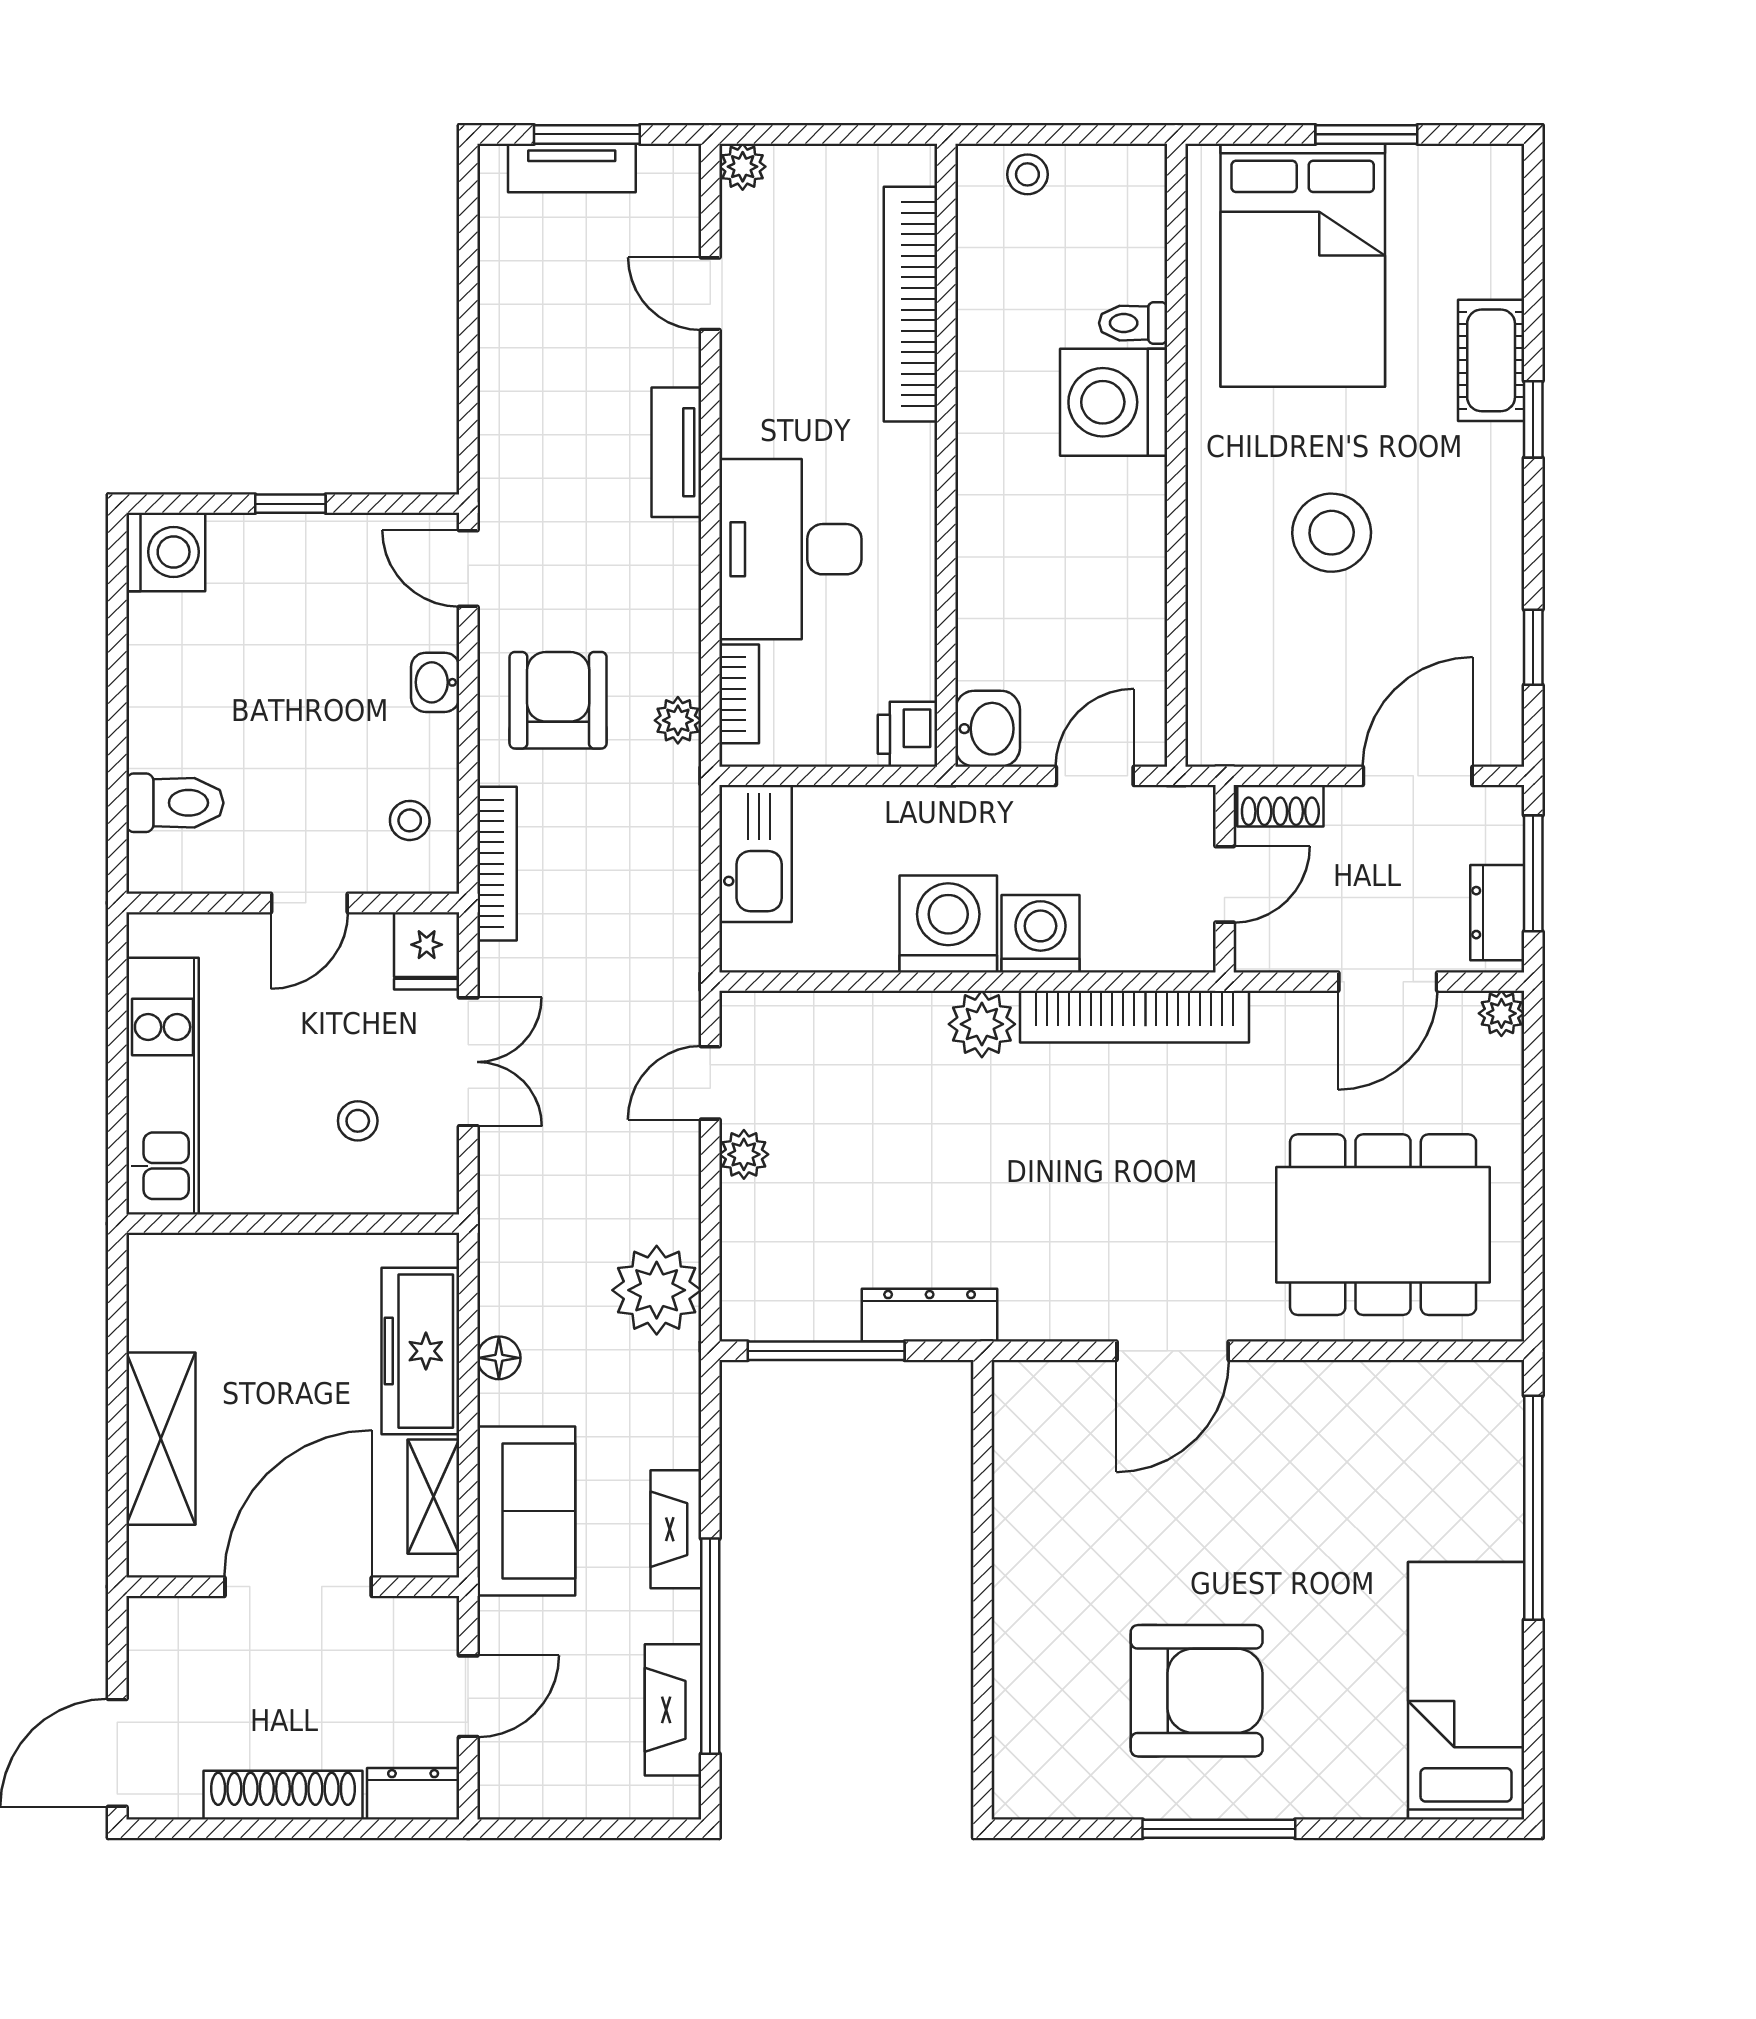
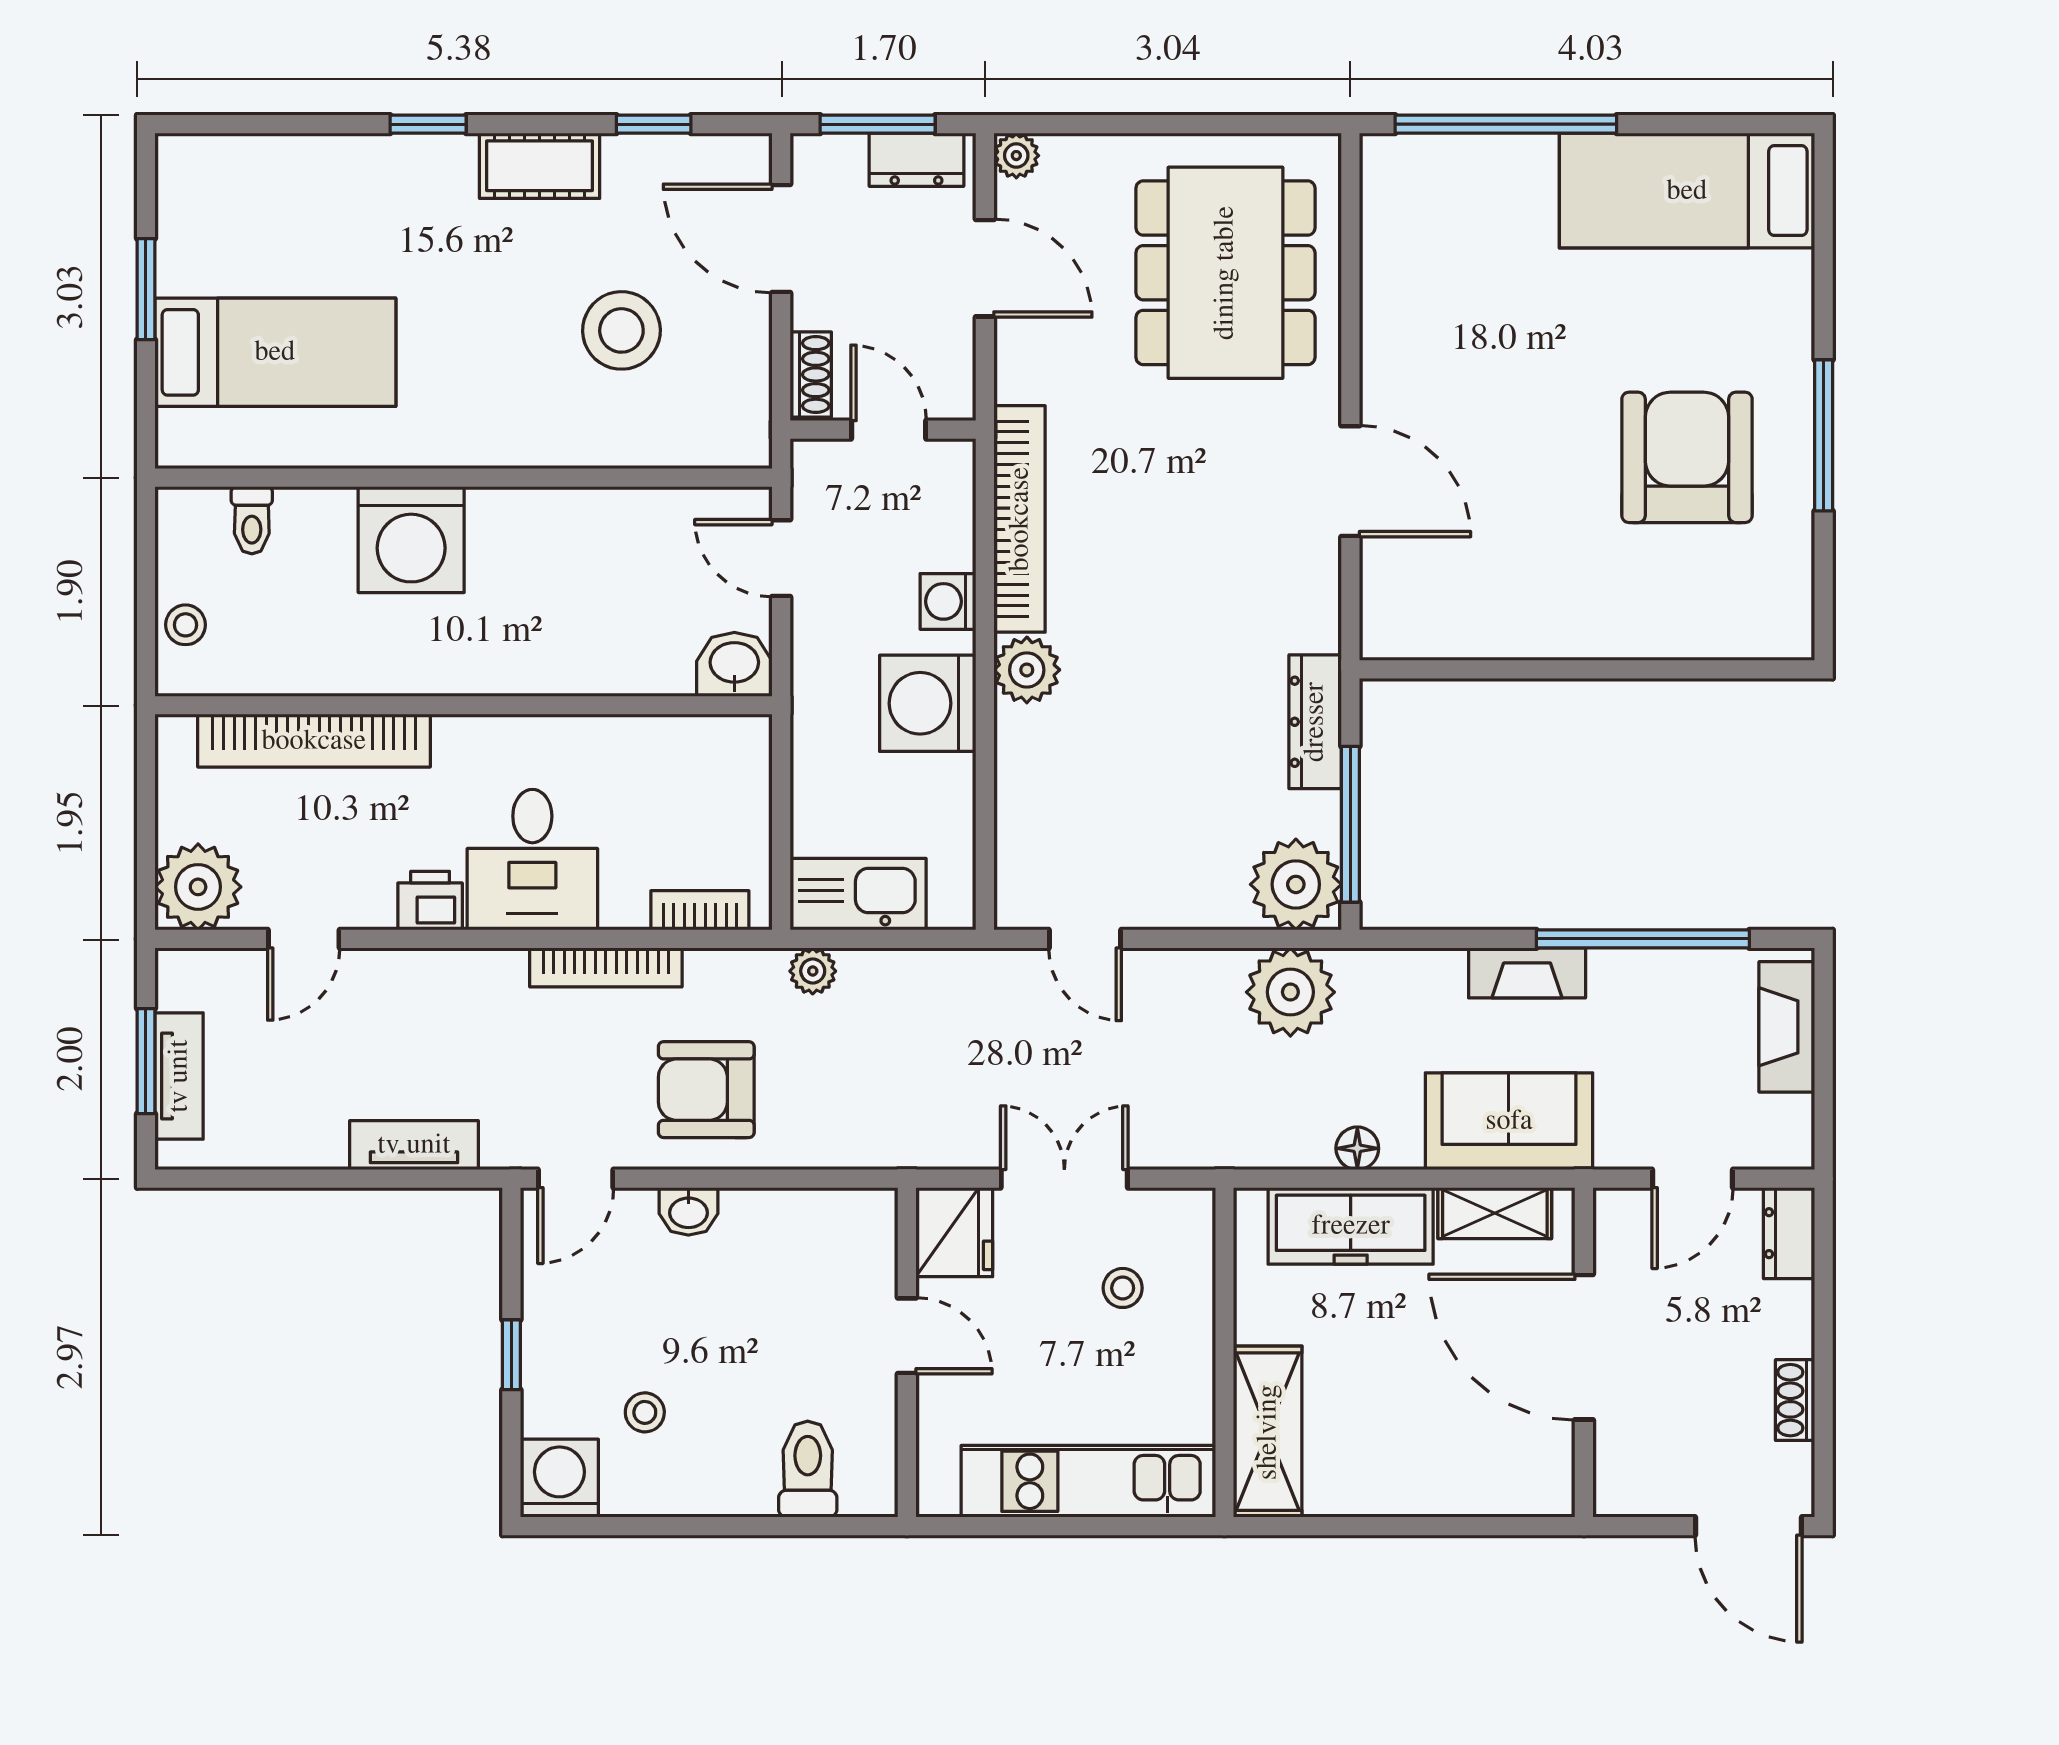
plant: (743, 167) -> (198, 887), width x1.87, depth x1.87
bed: (1303, 265) -> (275, 352), width x0.67
toilet: (1133, 323) -> (252, 520), moved
cot: (1491, 360) -> (540, 166), moved
tv unit: (676, 452) -> (414, 1145), moved, turned 180
stool: (1332, 533) -> (621, 330), moved
desk: (790, 549) -> (532, 860), width x0.73
plant: (678, 720) -> (813, 971), moved
printer: (908, 734) -> (430, 901), moved, turned 180
stool: (410, 820) -> (645, 1412), moved
bookcase: (497, 864) -> (606, 967), moved, turned 180
washing machine: (1040, 934) -> (948, 601), width x0.73, depth x0.73
fridge: (427, 951) -> (954, 1232), width x1.38
plant: (744, 1154) -> (1296, 884), moved, width x1.88, depth x1.88
shelving: (161, 1439) -> (1268, 1432), moved, turned 90
door: (468, 1696) -> (1692, 1179), swing flipped
fireplace: (673, 1710) -> (1787, 1027), moved, turned 90
shoe rack: (283, 1795) -> (1795, 1400), width x0.51, depth x0.81

